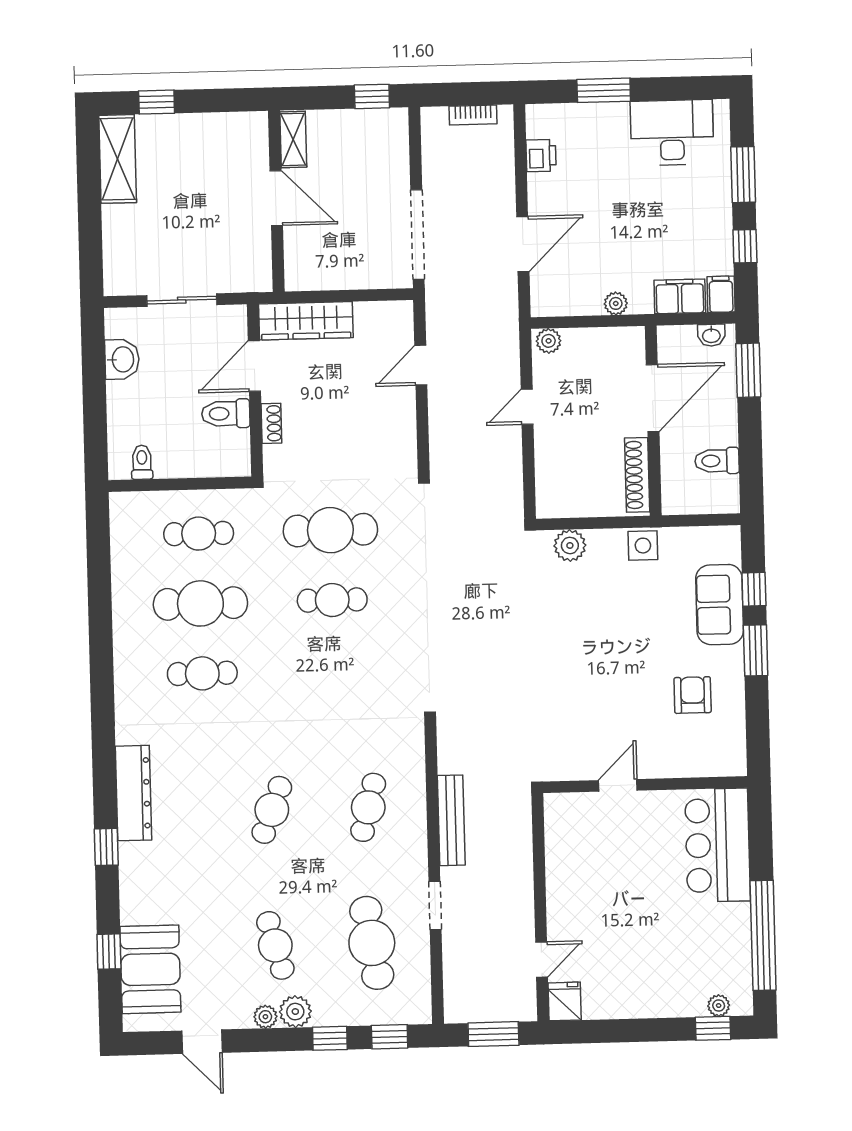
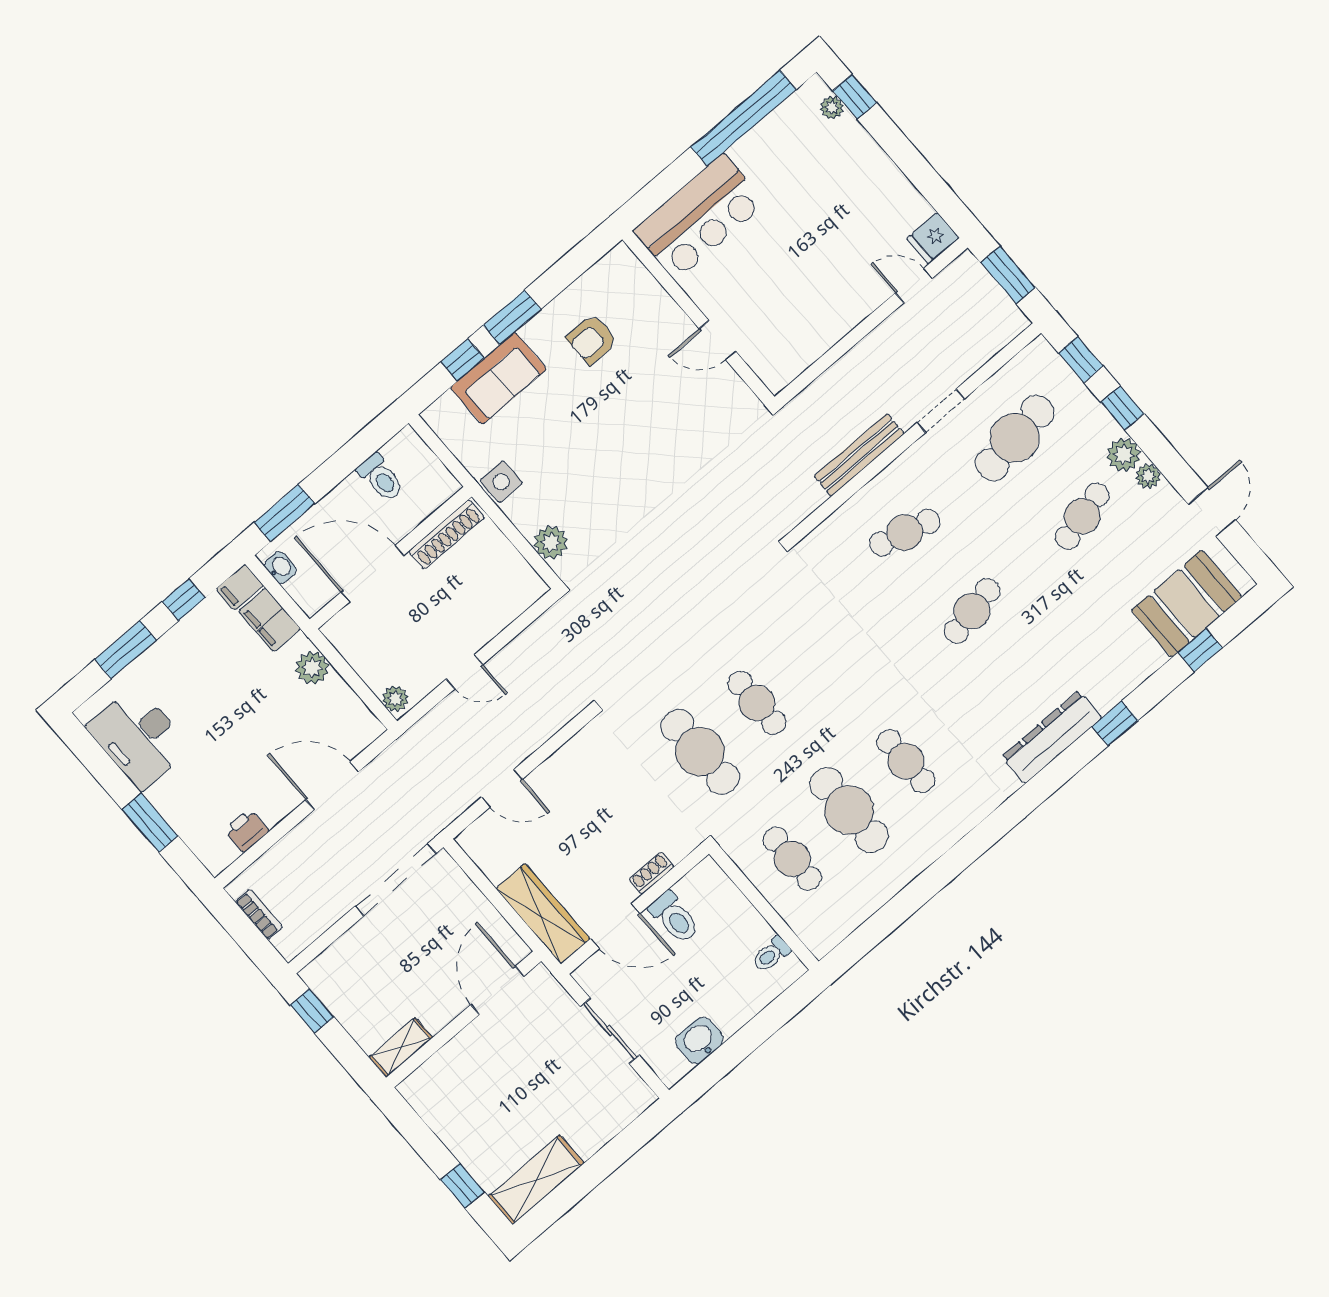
door: (276, 198) -> (497, 990), moved
plant: (616, 303) -> (312, 668), width x1.38, depth x1.38
cafe table: (272, 810) -> (972, 611), turned -33

